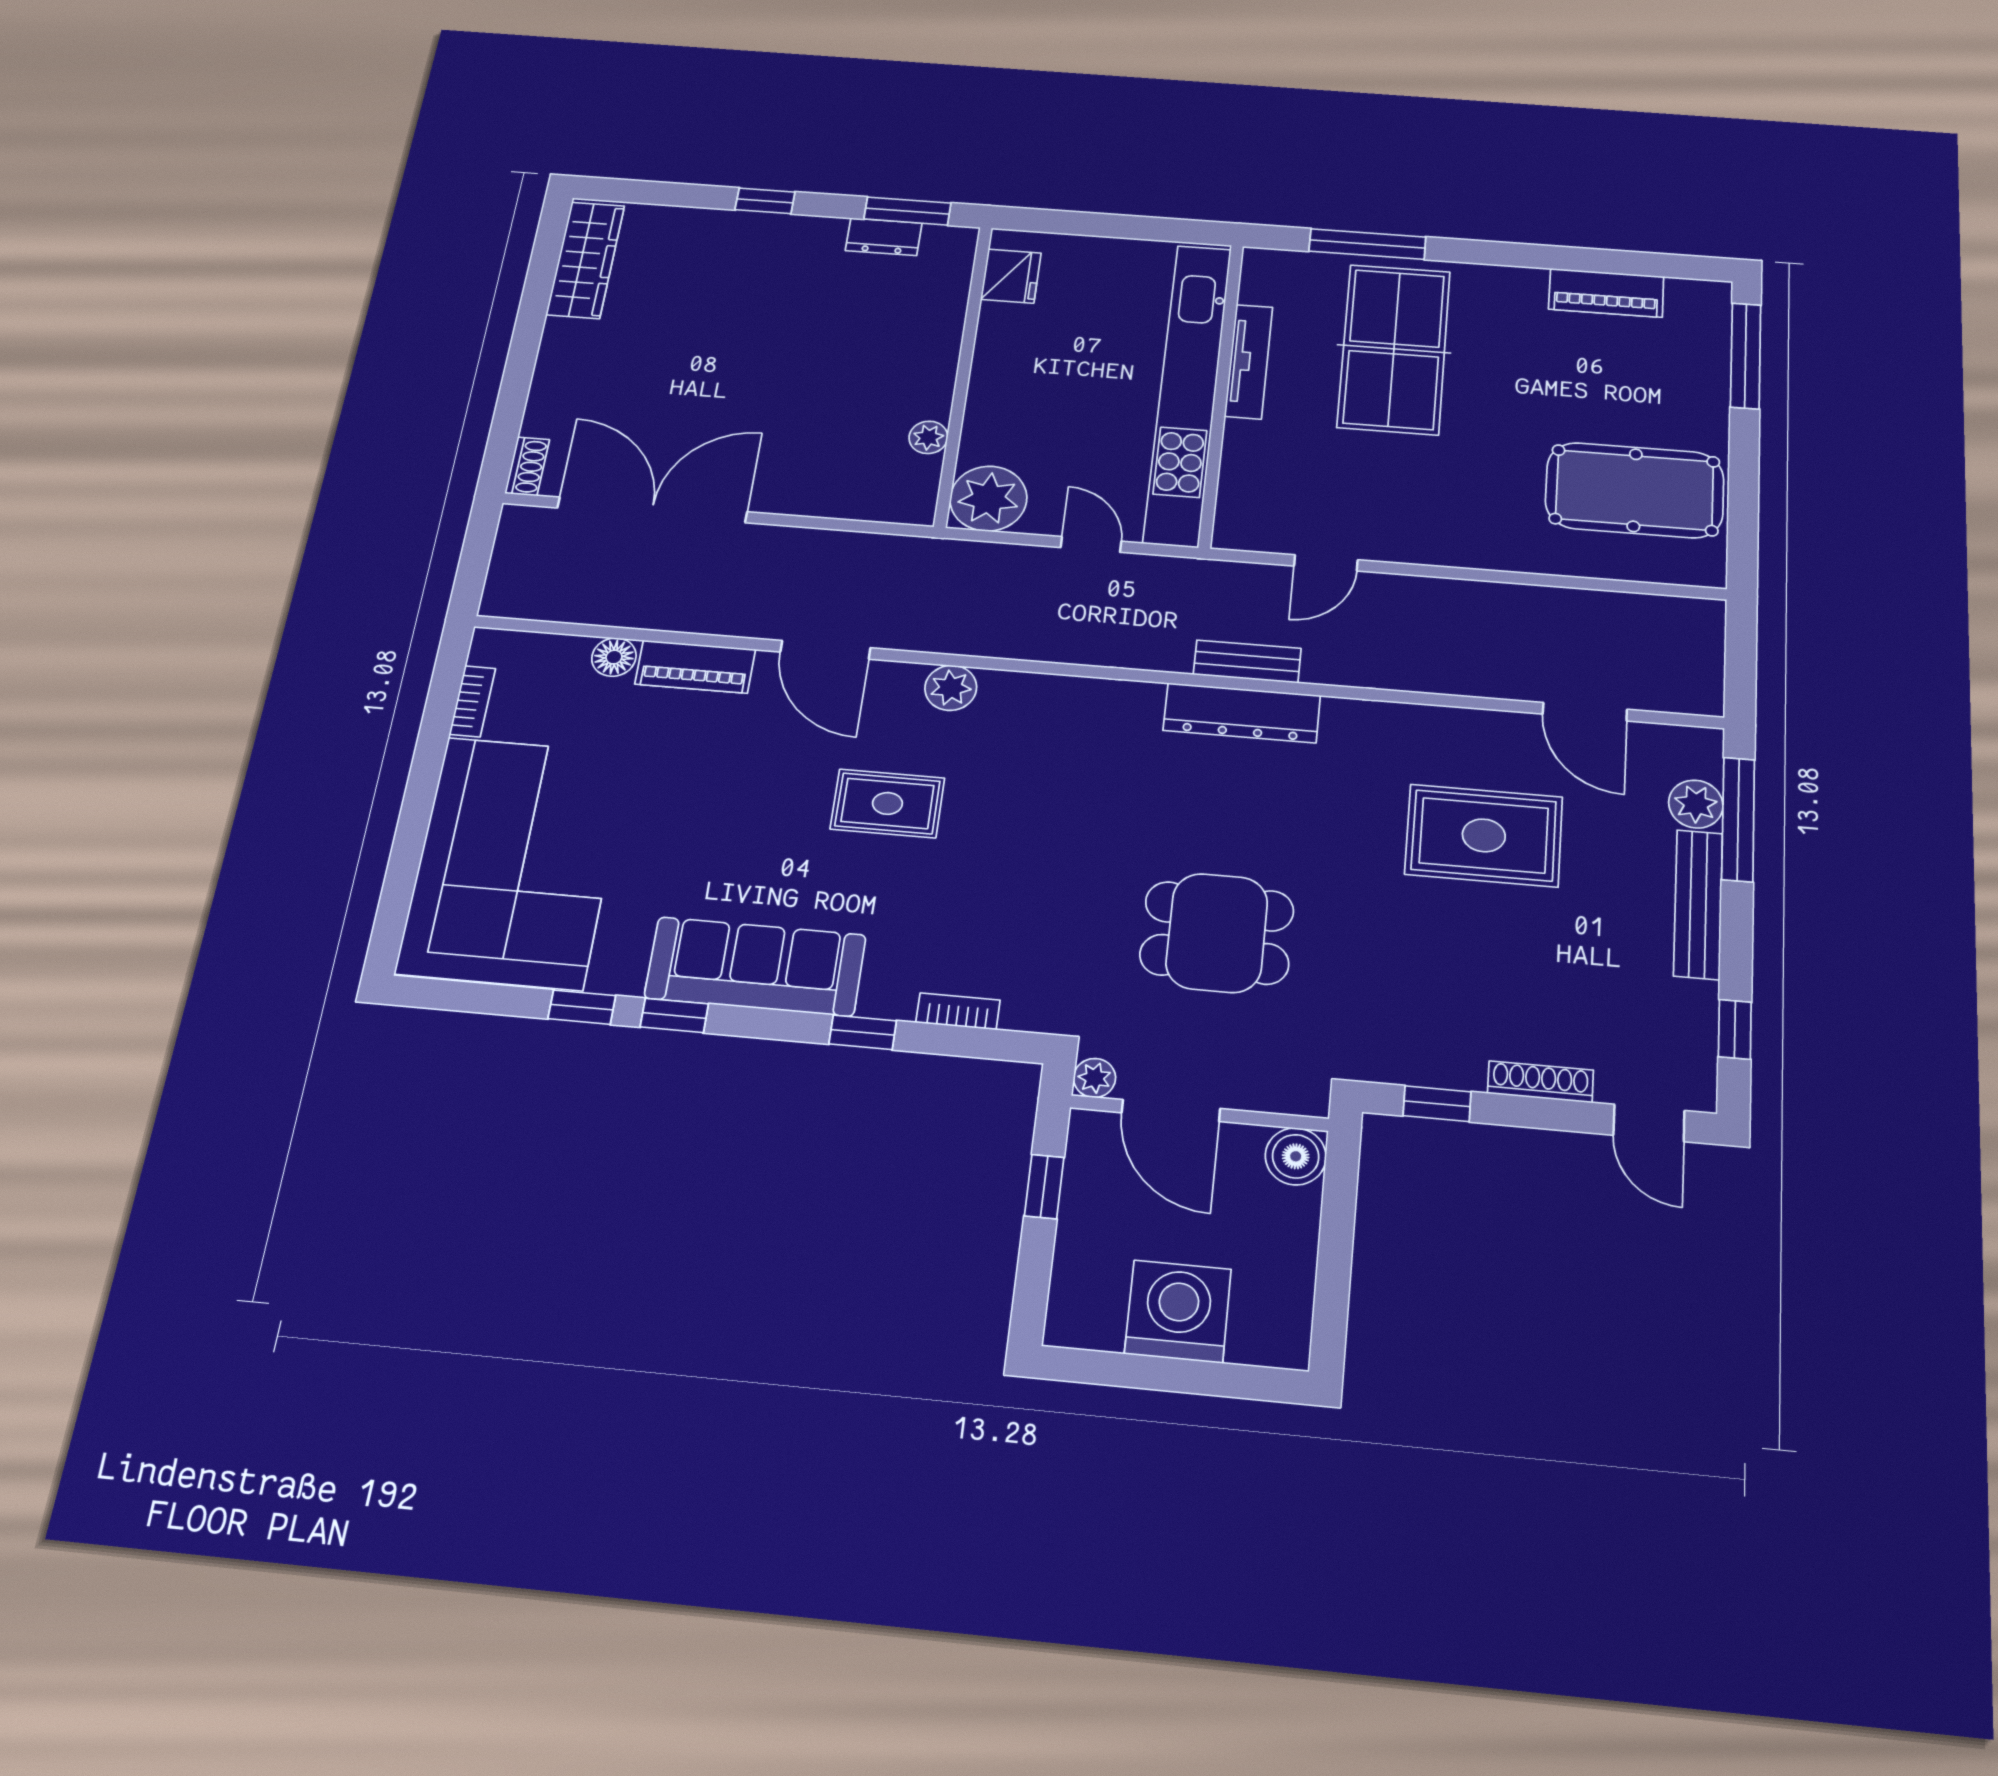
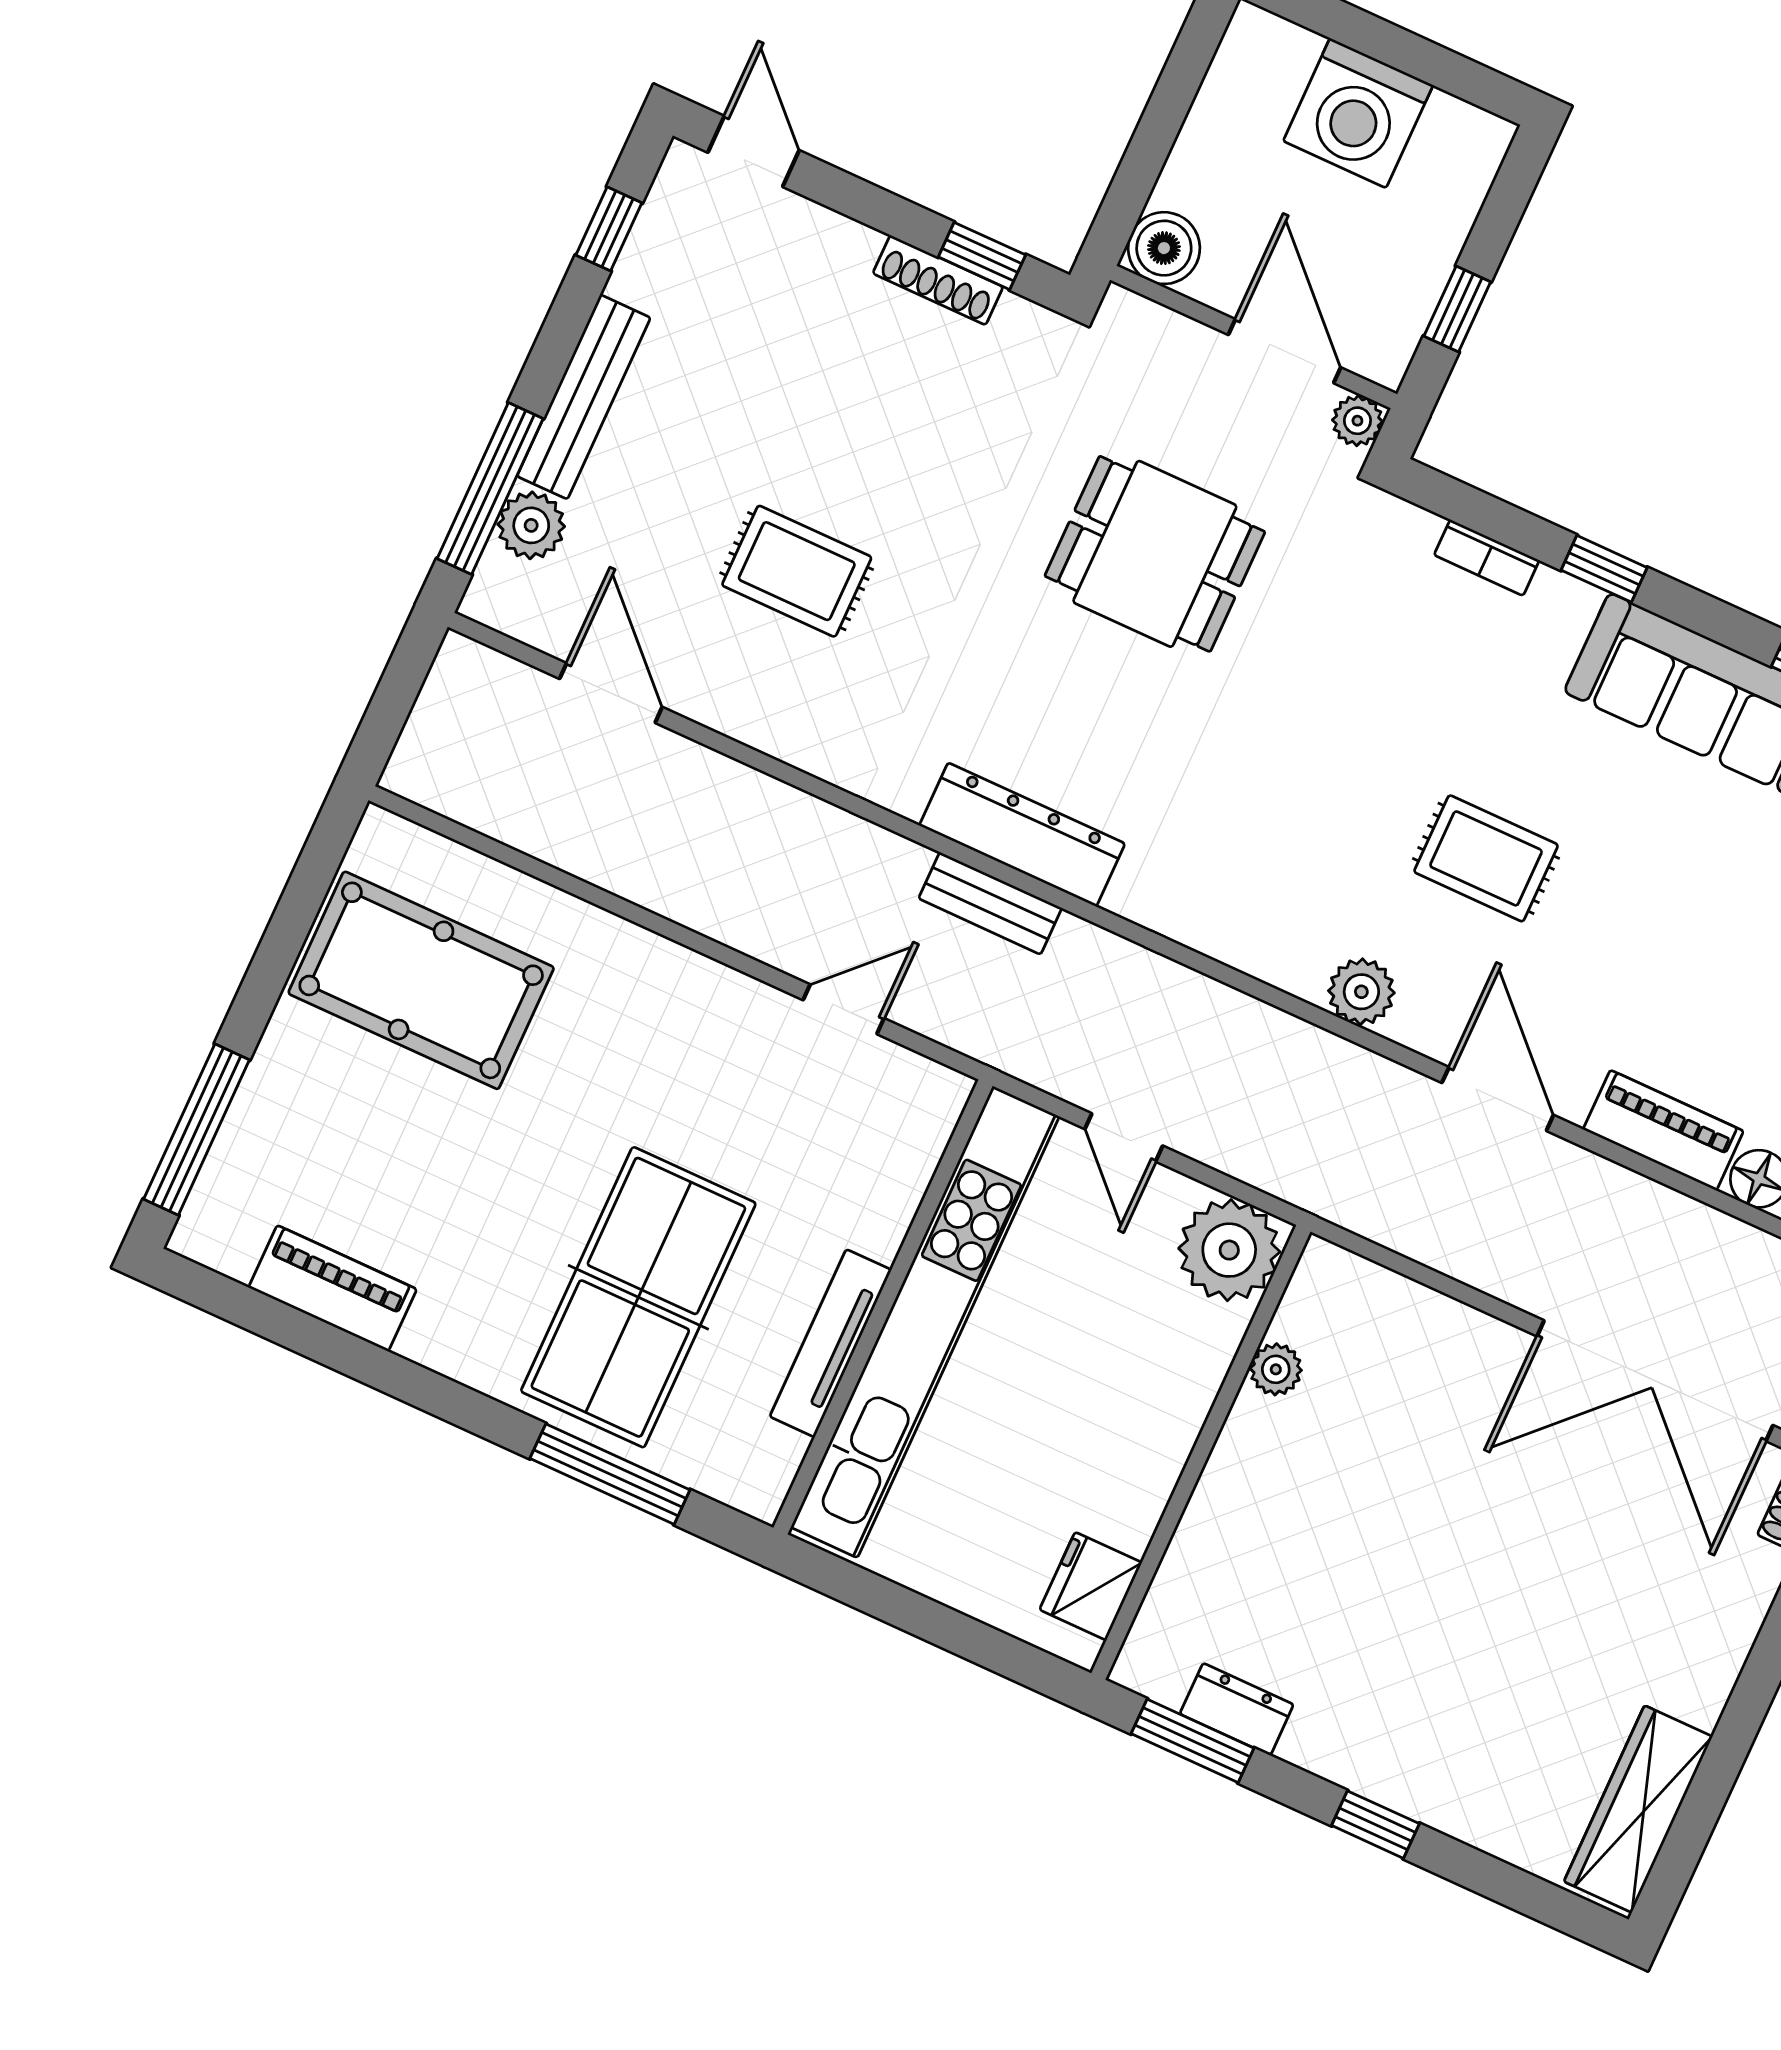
rug: (1484, 835) -> (797, 571), width x0.73, depth x0.70
shoe rack: (1541, 1082) -> (938, 280), moved

